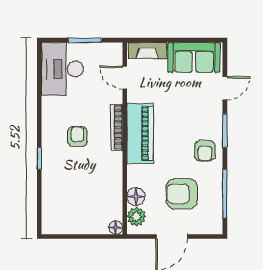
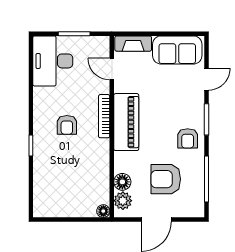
armchair: (77, 137) -> (67, 125), turned 180

